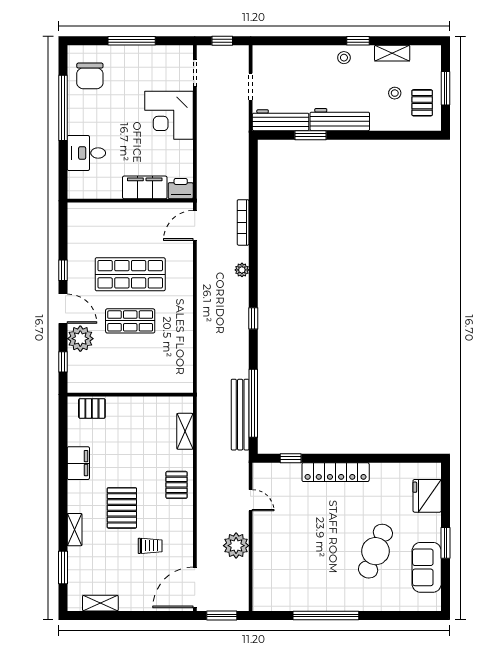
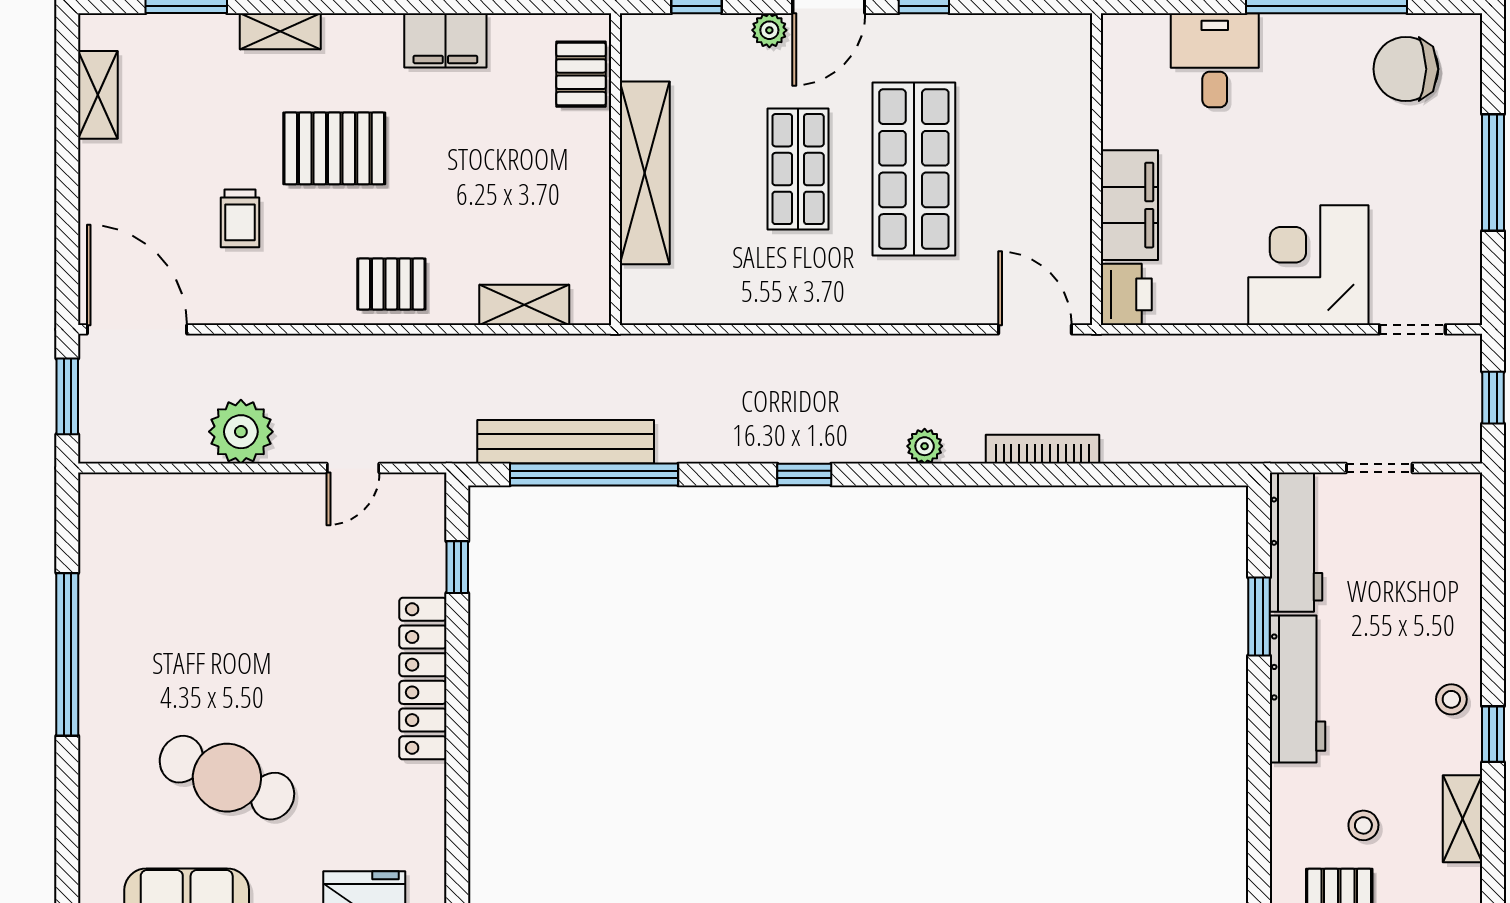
plant: (80, 339) -> (769, 30), width x0.53, depth x0.53
shelving: (132, 383) -> (645, 173), added

